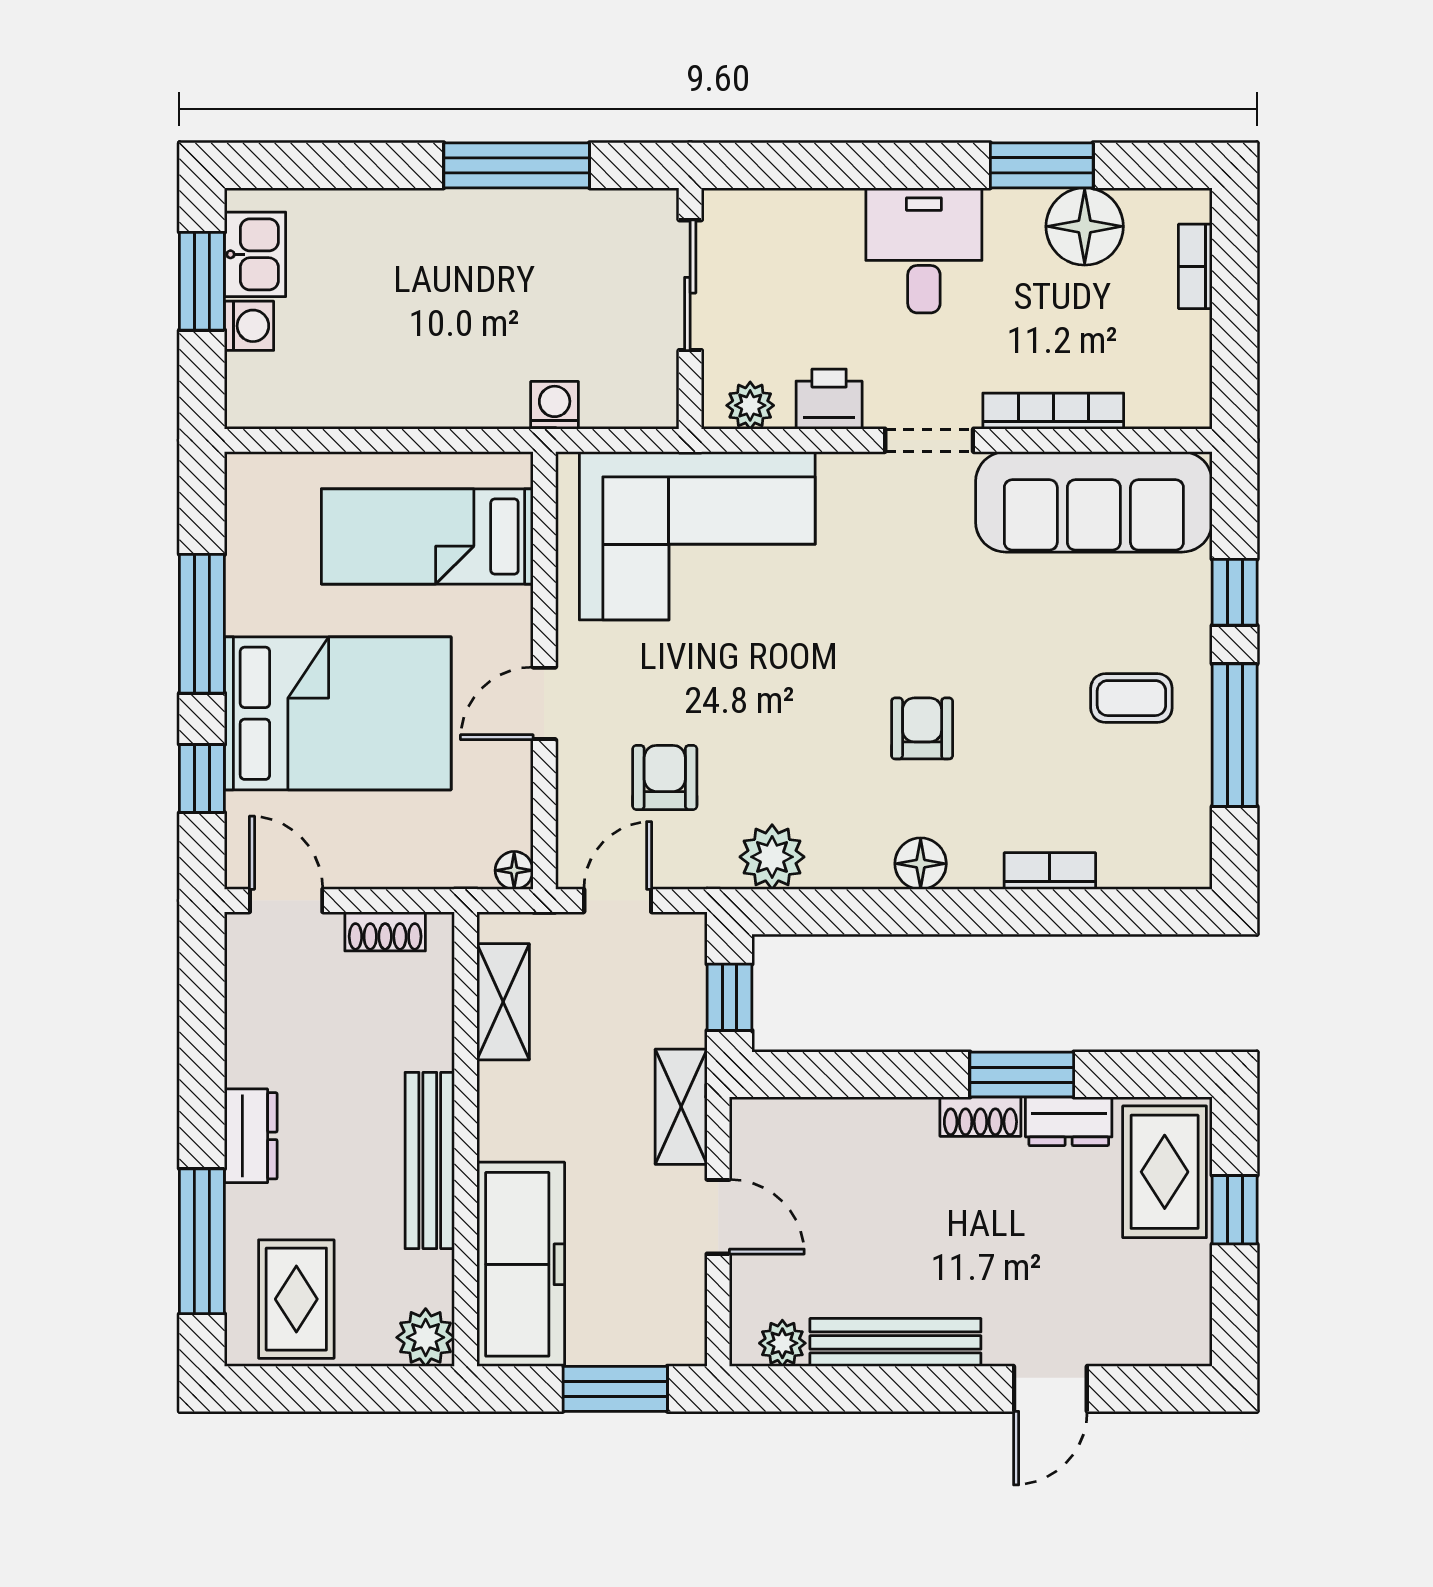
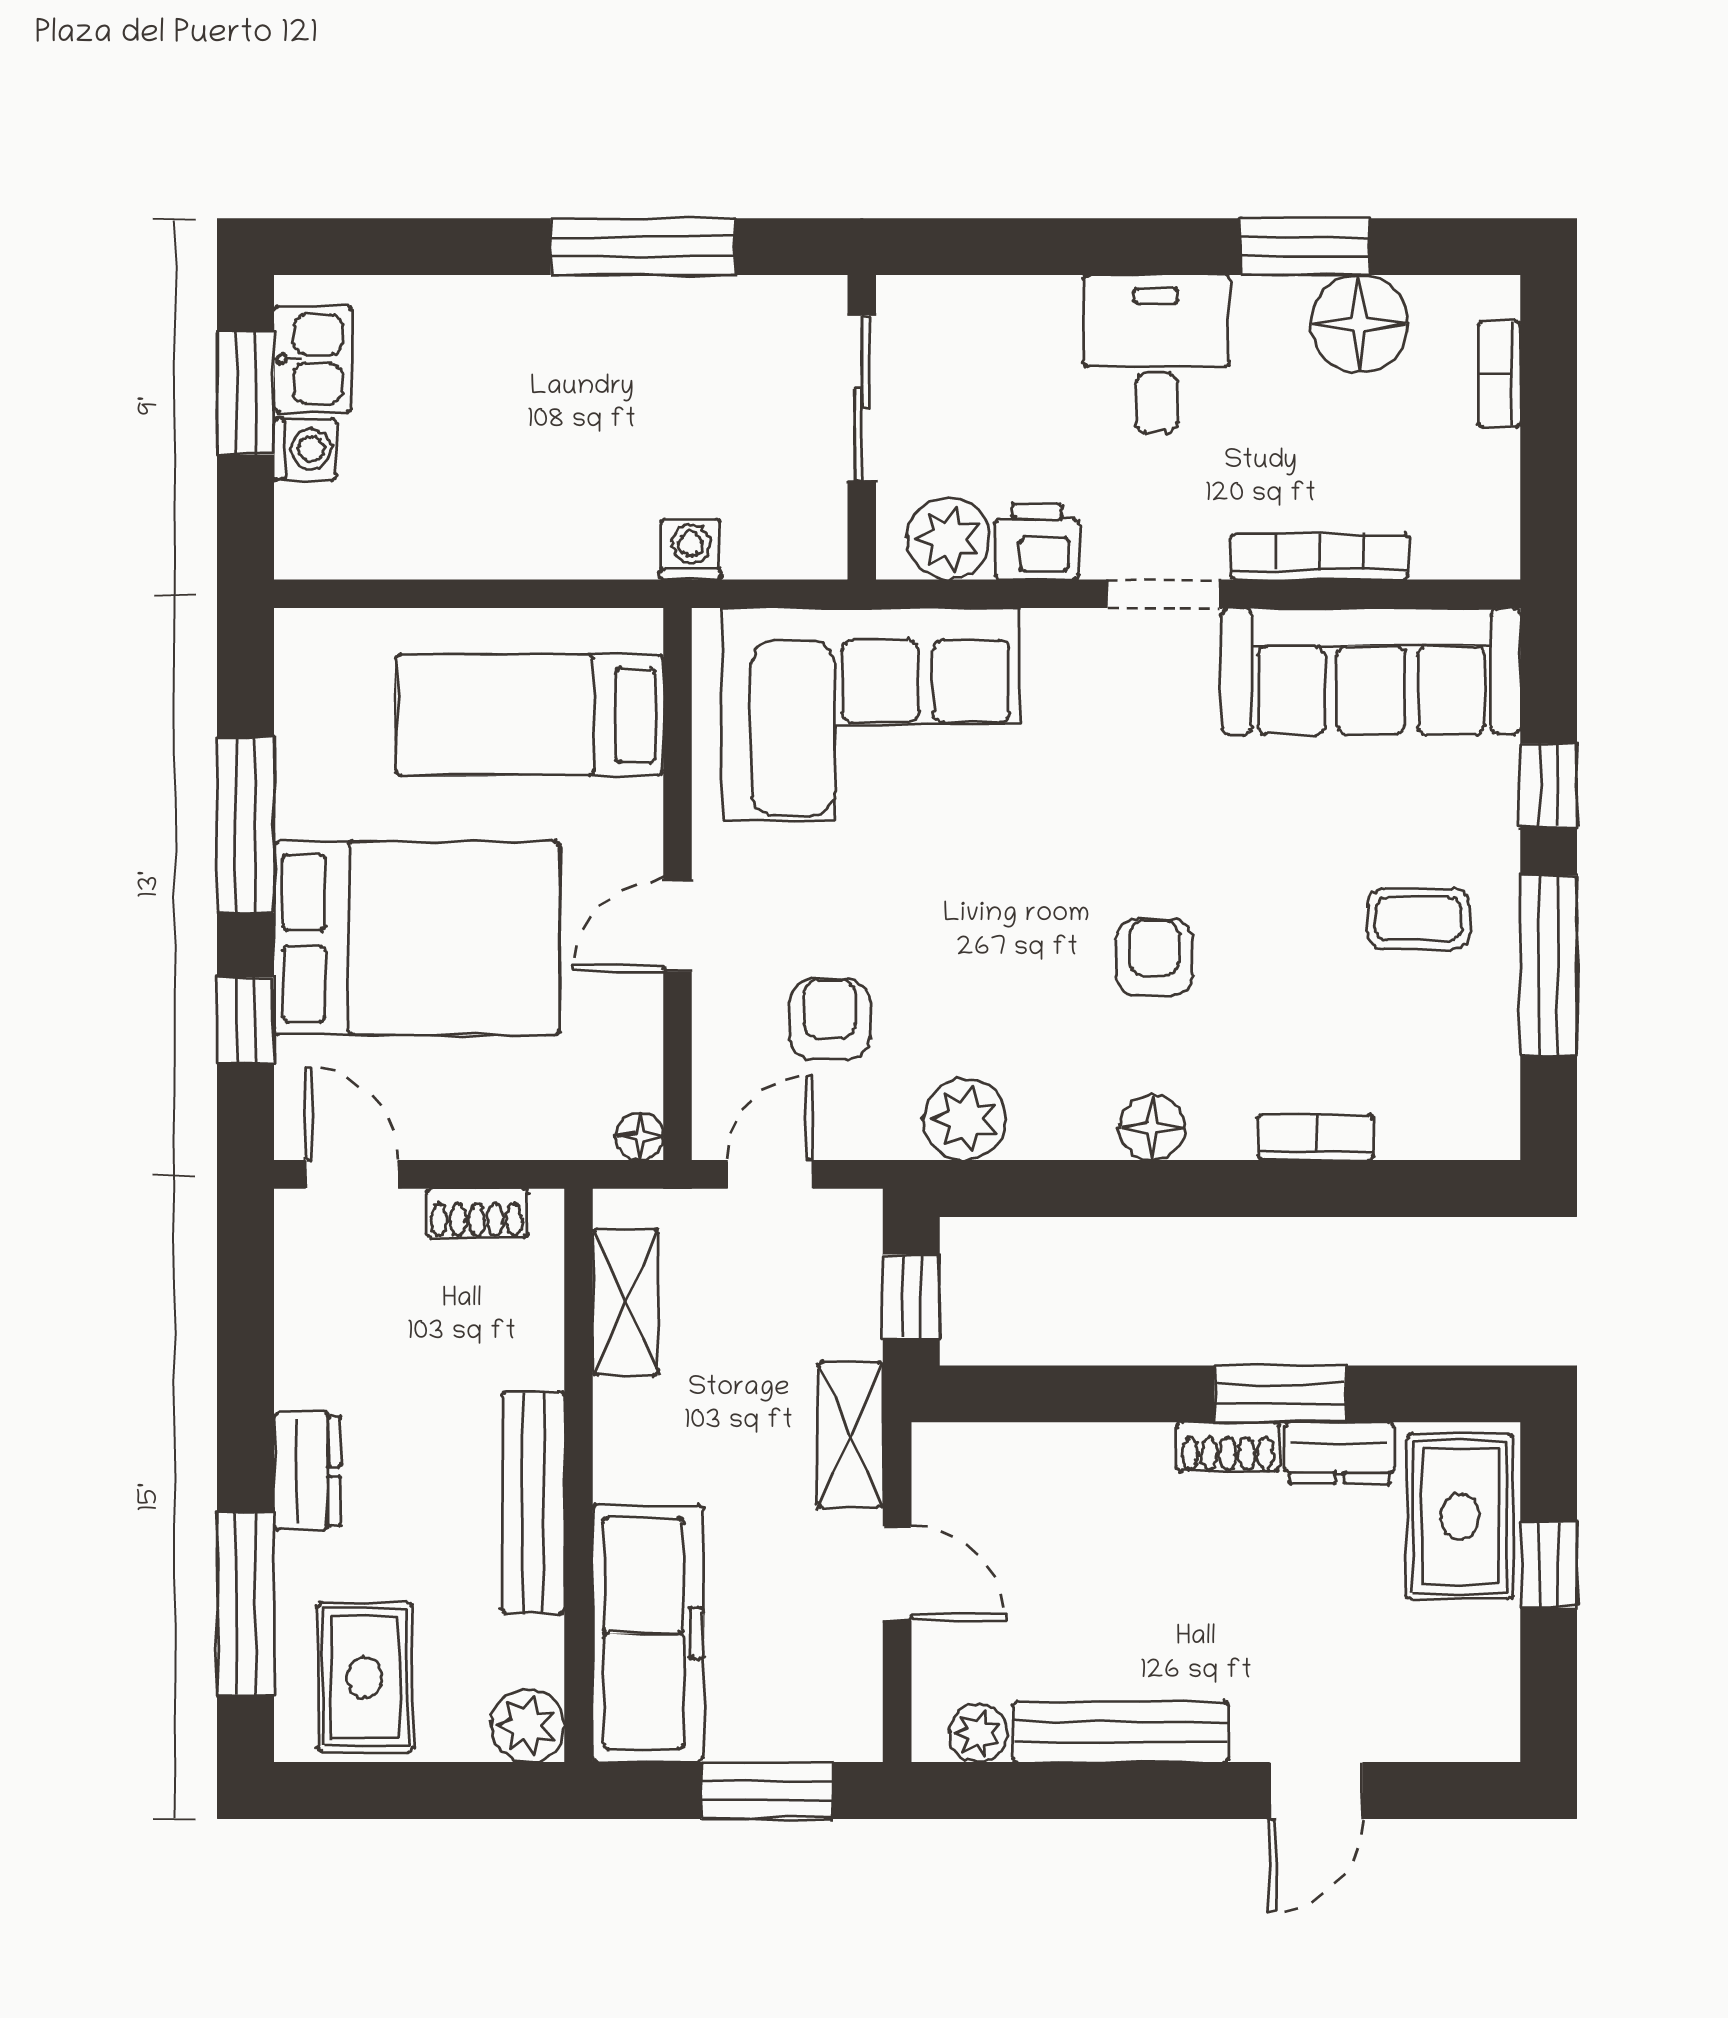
plant: (750, 405) -> (949, 538), width x1.38, depth x1.38

